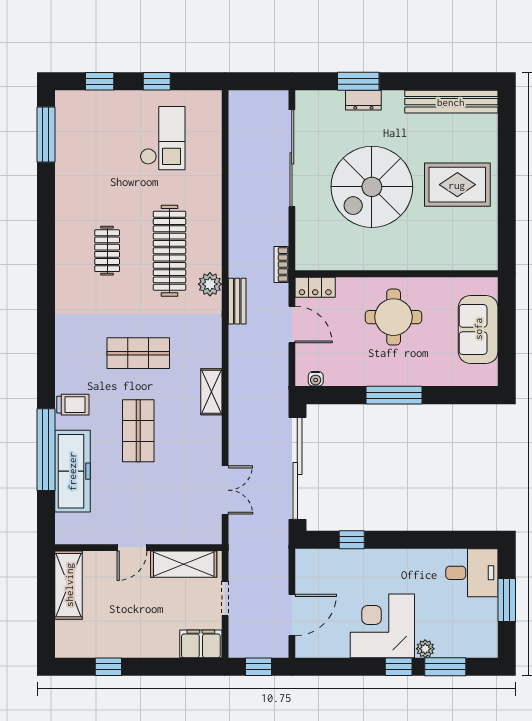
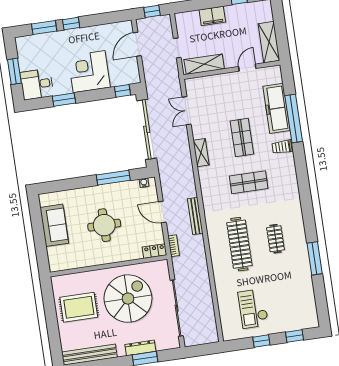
dresser: (363, 100) -> (140, 348), width x1.44
window: (46, 134) -> (315, 258), moved
wall: (397, 274) -> (109, 266), moved
plant: (210, 284) -> (213, 228), removed
locker: (315, 287) -> (154, 251), moved
bench: (237, 301) -> (195, 216), width x1.36
shelving: (211, 392) -> (201, 153), moved
window: (394, 395) -> (113, 178), moved
window: (352, 540) -> (123, 91), moved
window: (430, 540) -> (64, 100), added
door: (132, 548) -> (247, 68), moved
corner desk: (382, 626) -> (89, 72), moved, turned 180
filing cabinet: (201, 644) -> (212, 16), moved
plant: (425, 649) -> (57, 36), removed

